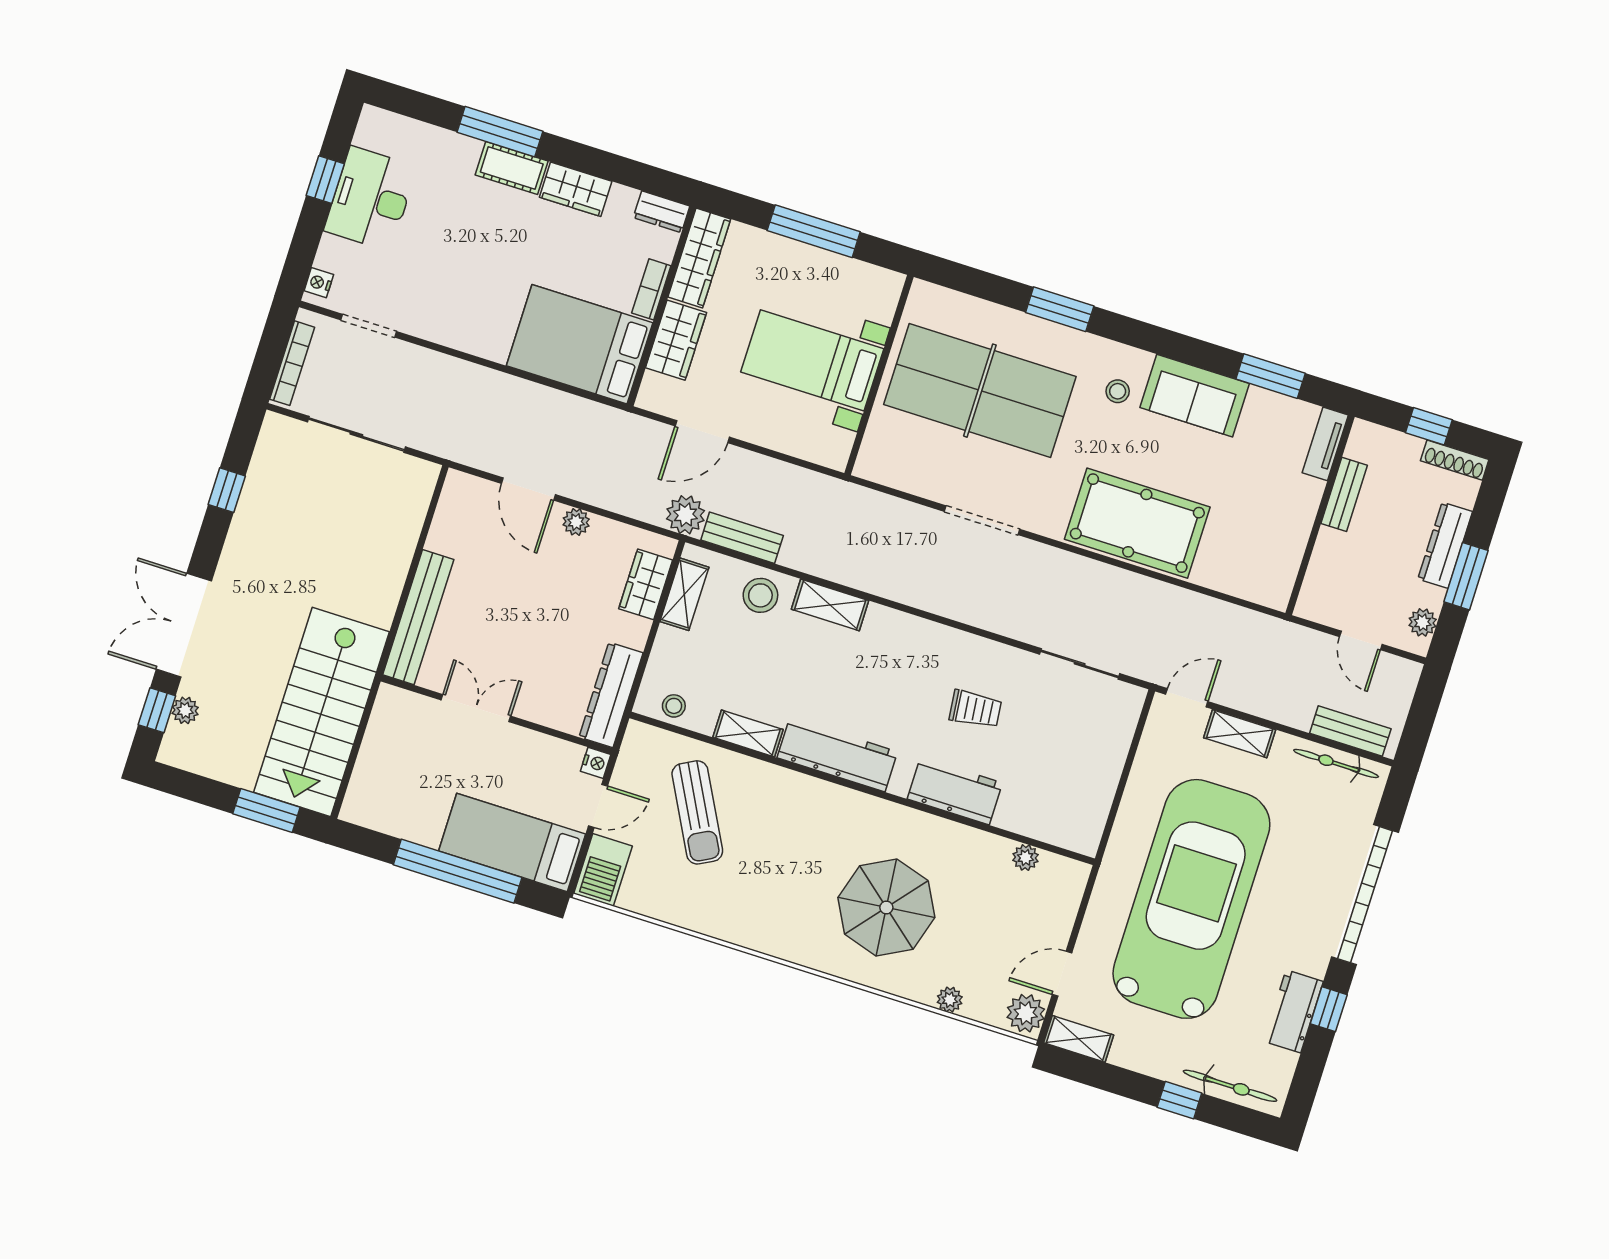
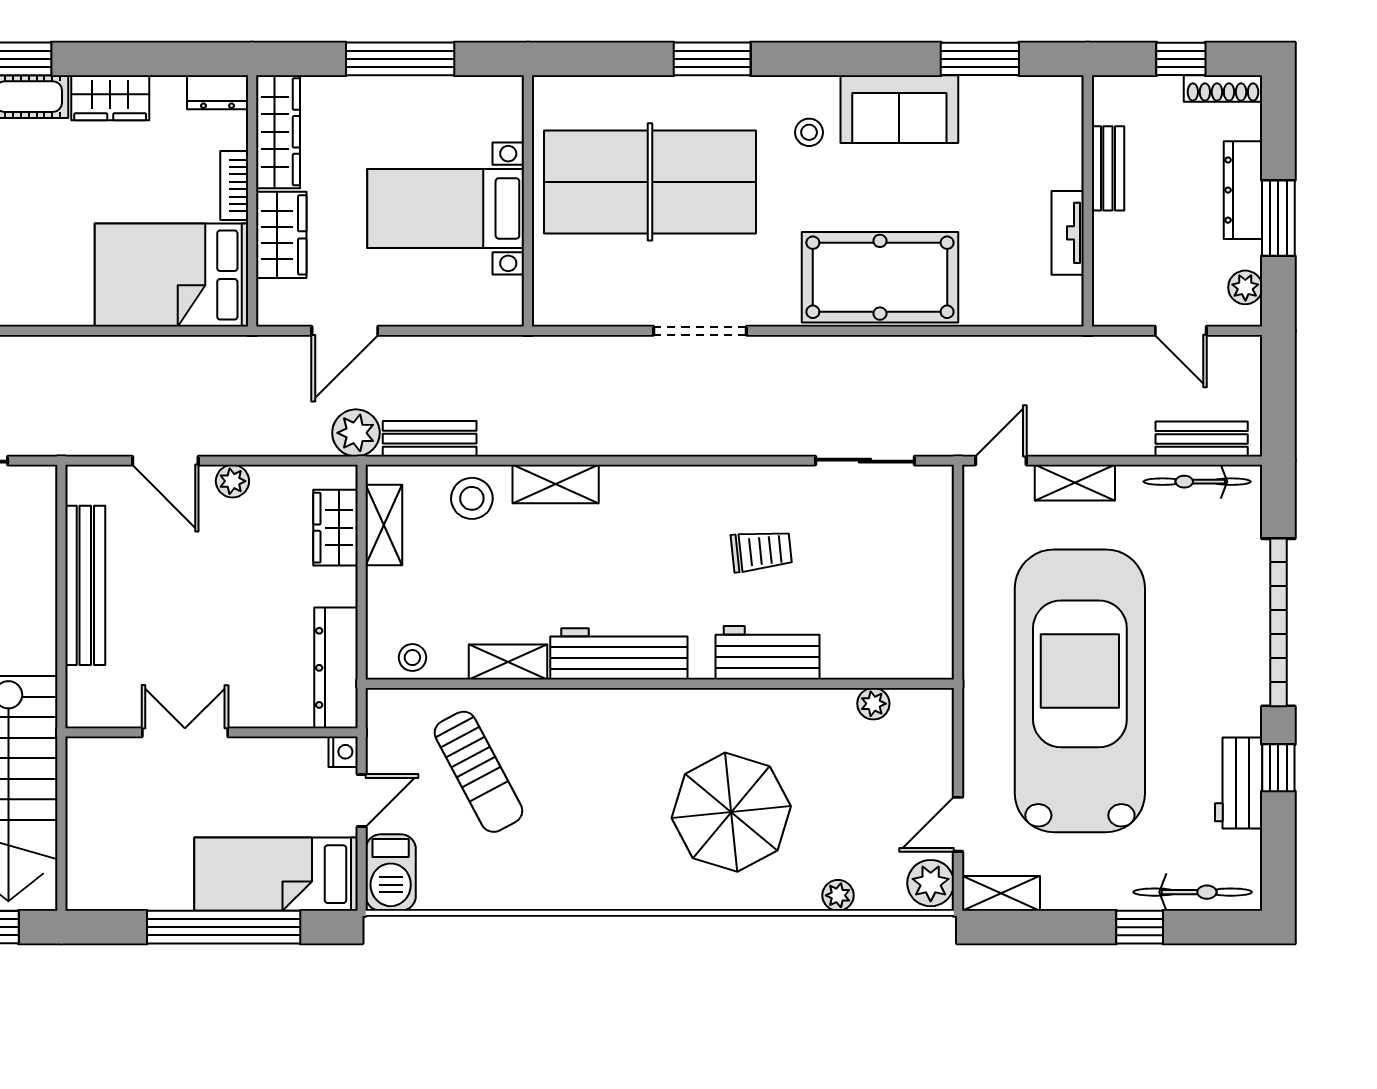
tv unit: (1325, 444) -> (1068, 233), moved
bench: (418, 617) -> (85, 585), moved

